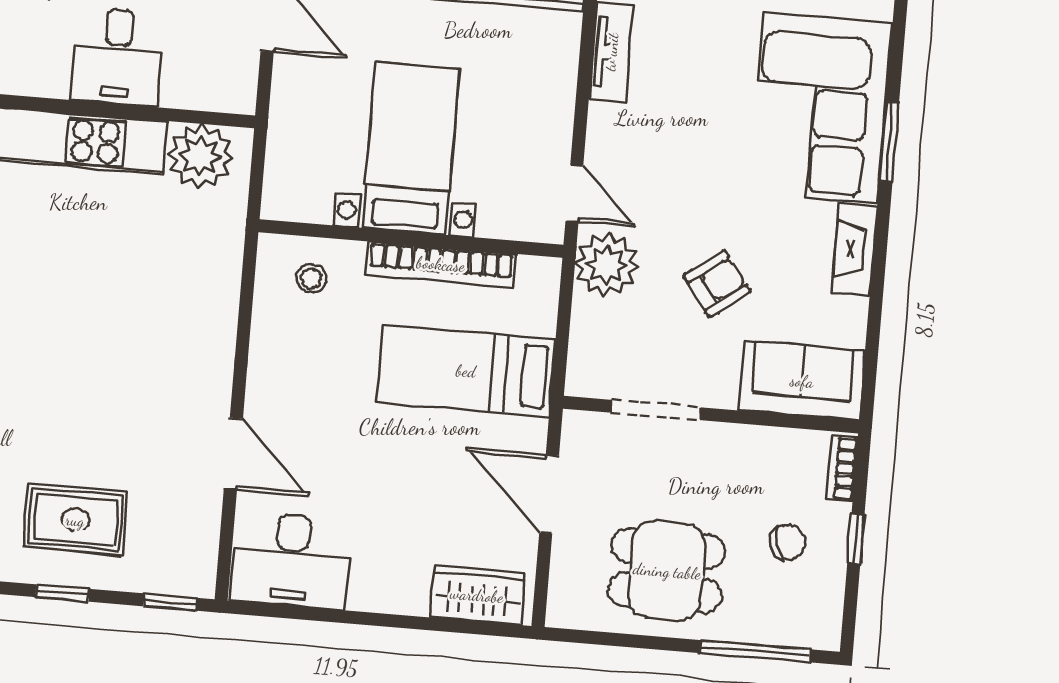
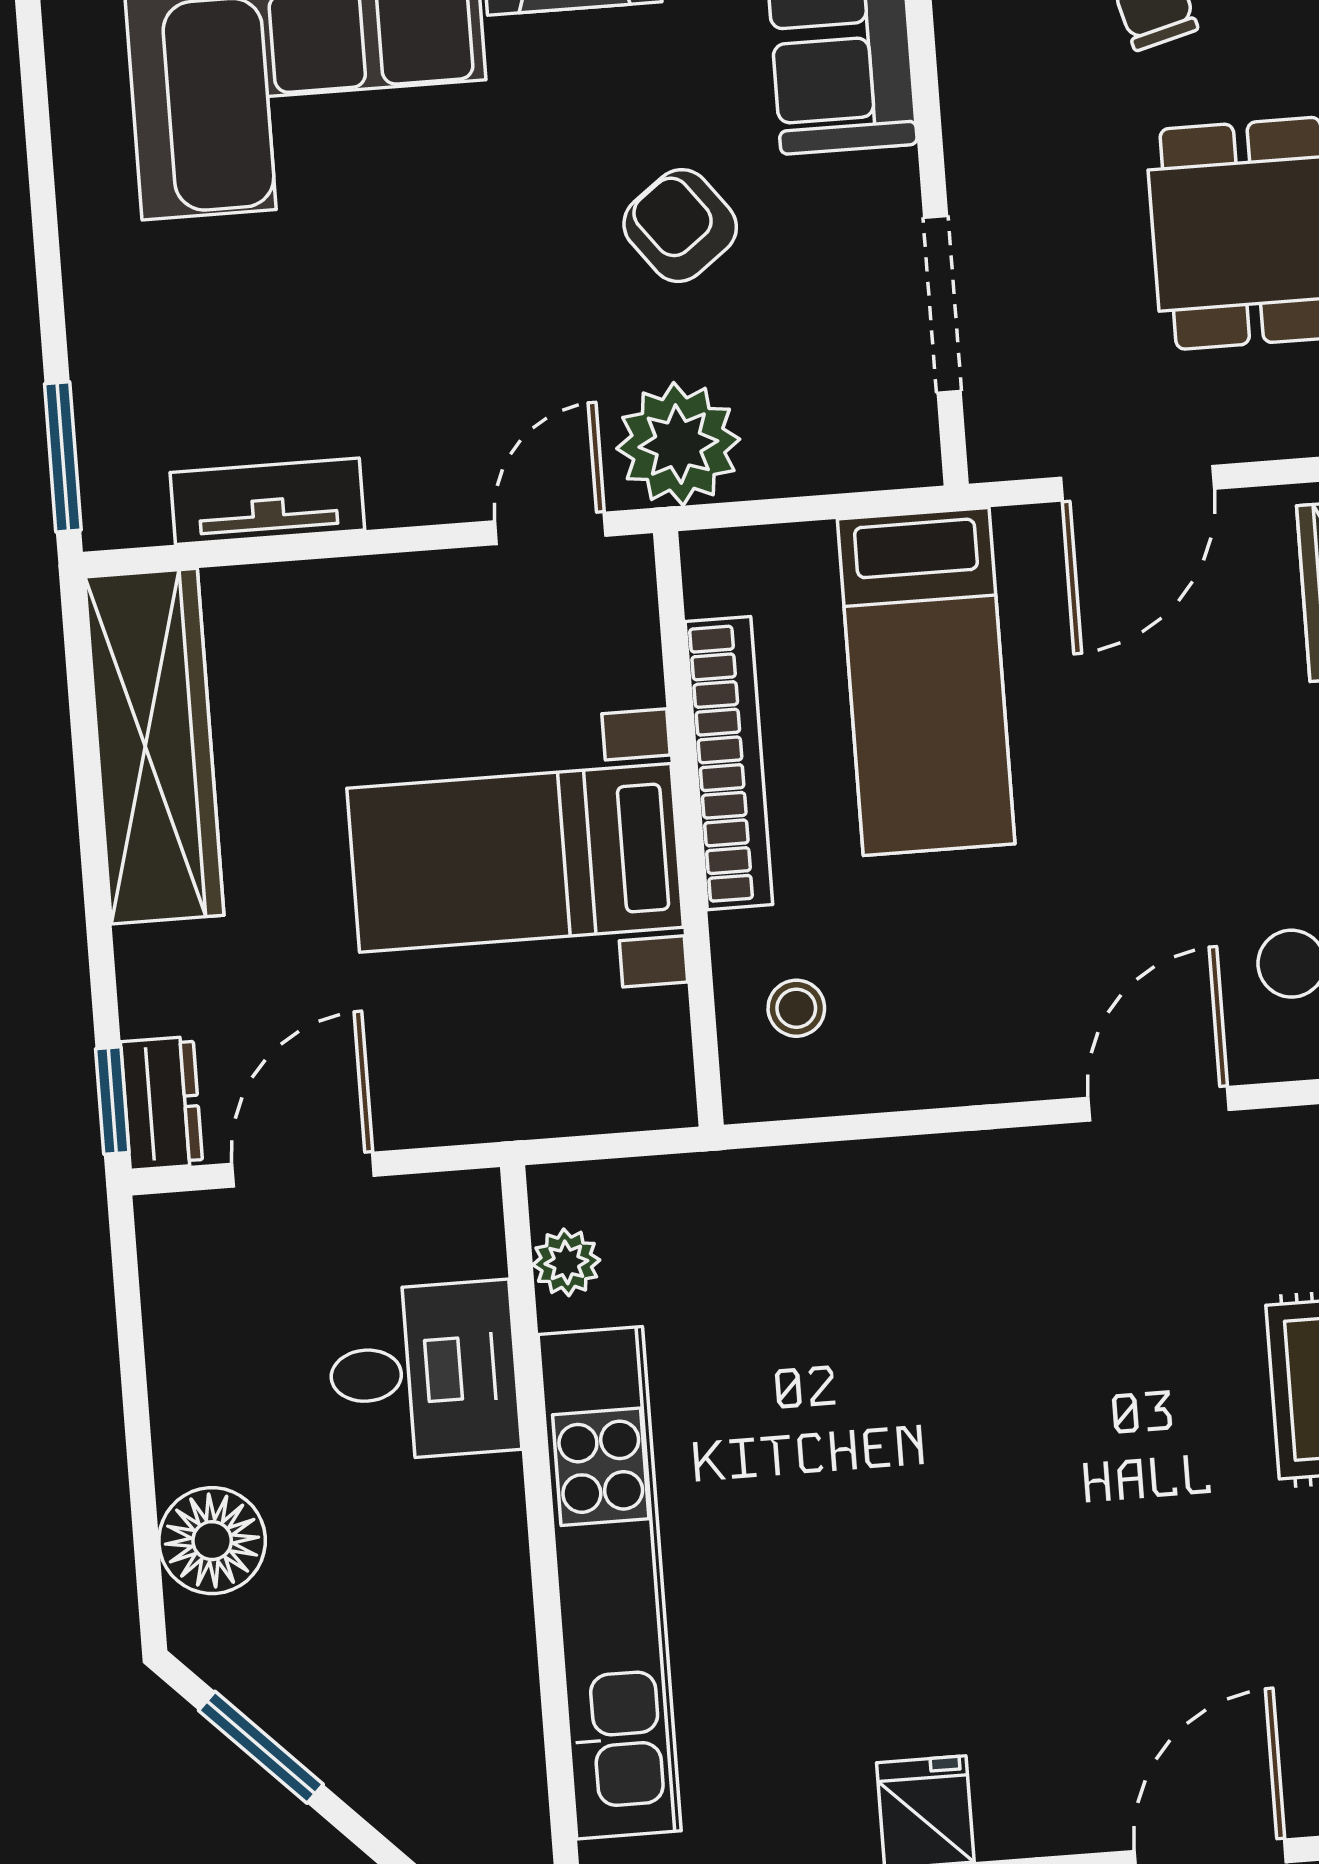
desk: (117, 56) -> (423, 1371), moved
plant: (200, 156) -> (566, 1262), width x0.53, depth x0.53

